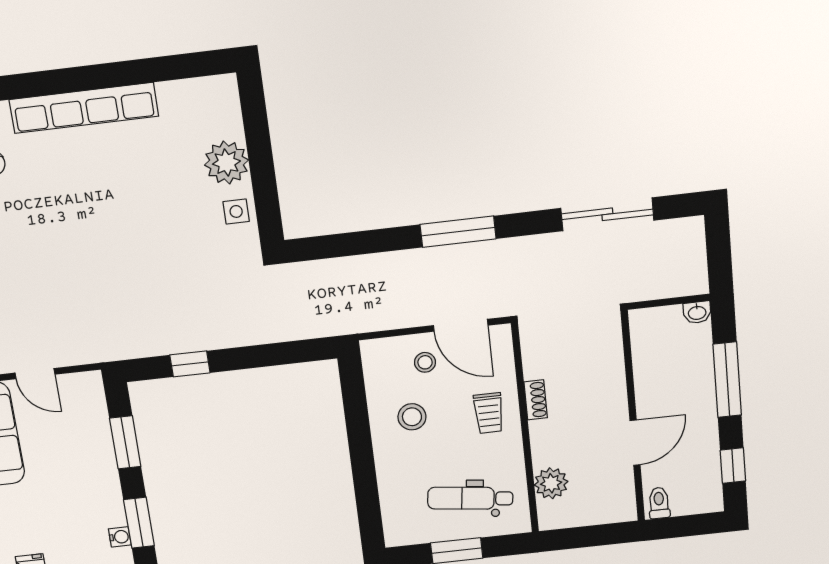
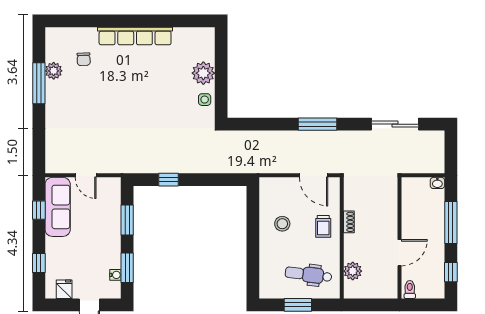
stool: (425, 362) -> (293, 194), removed

